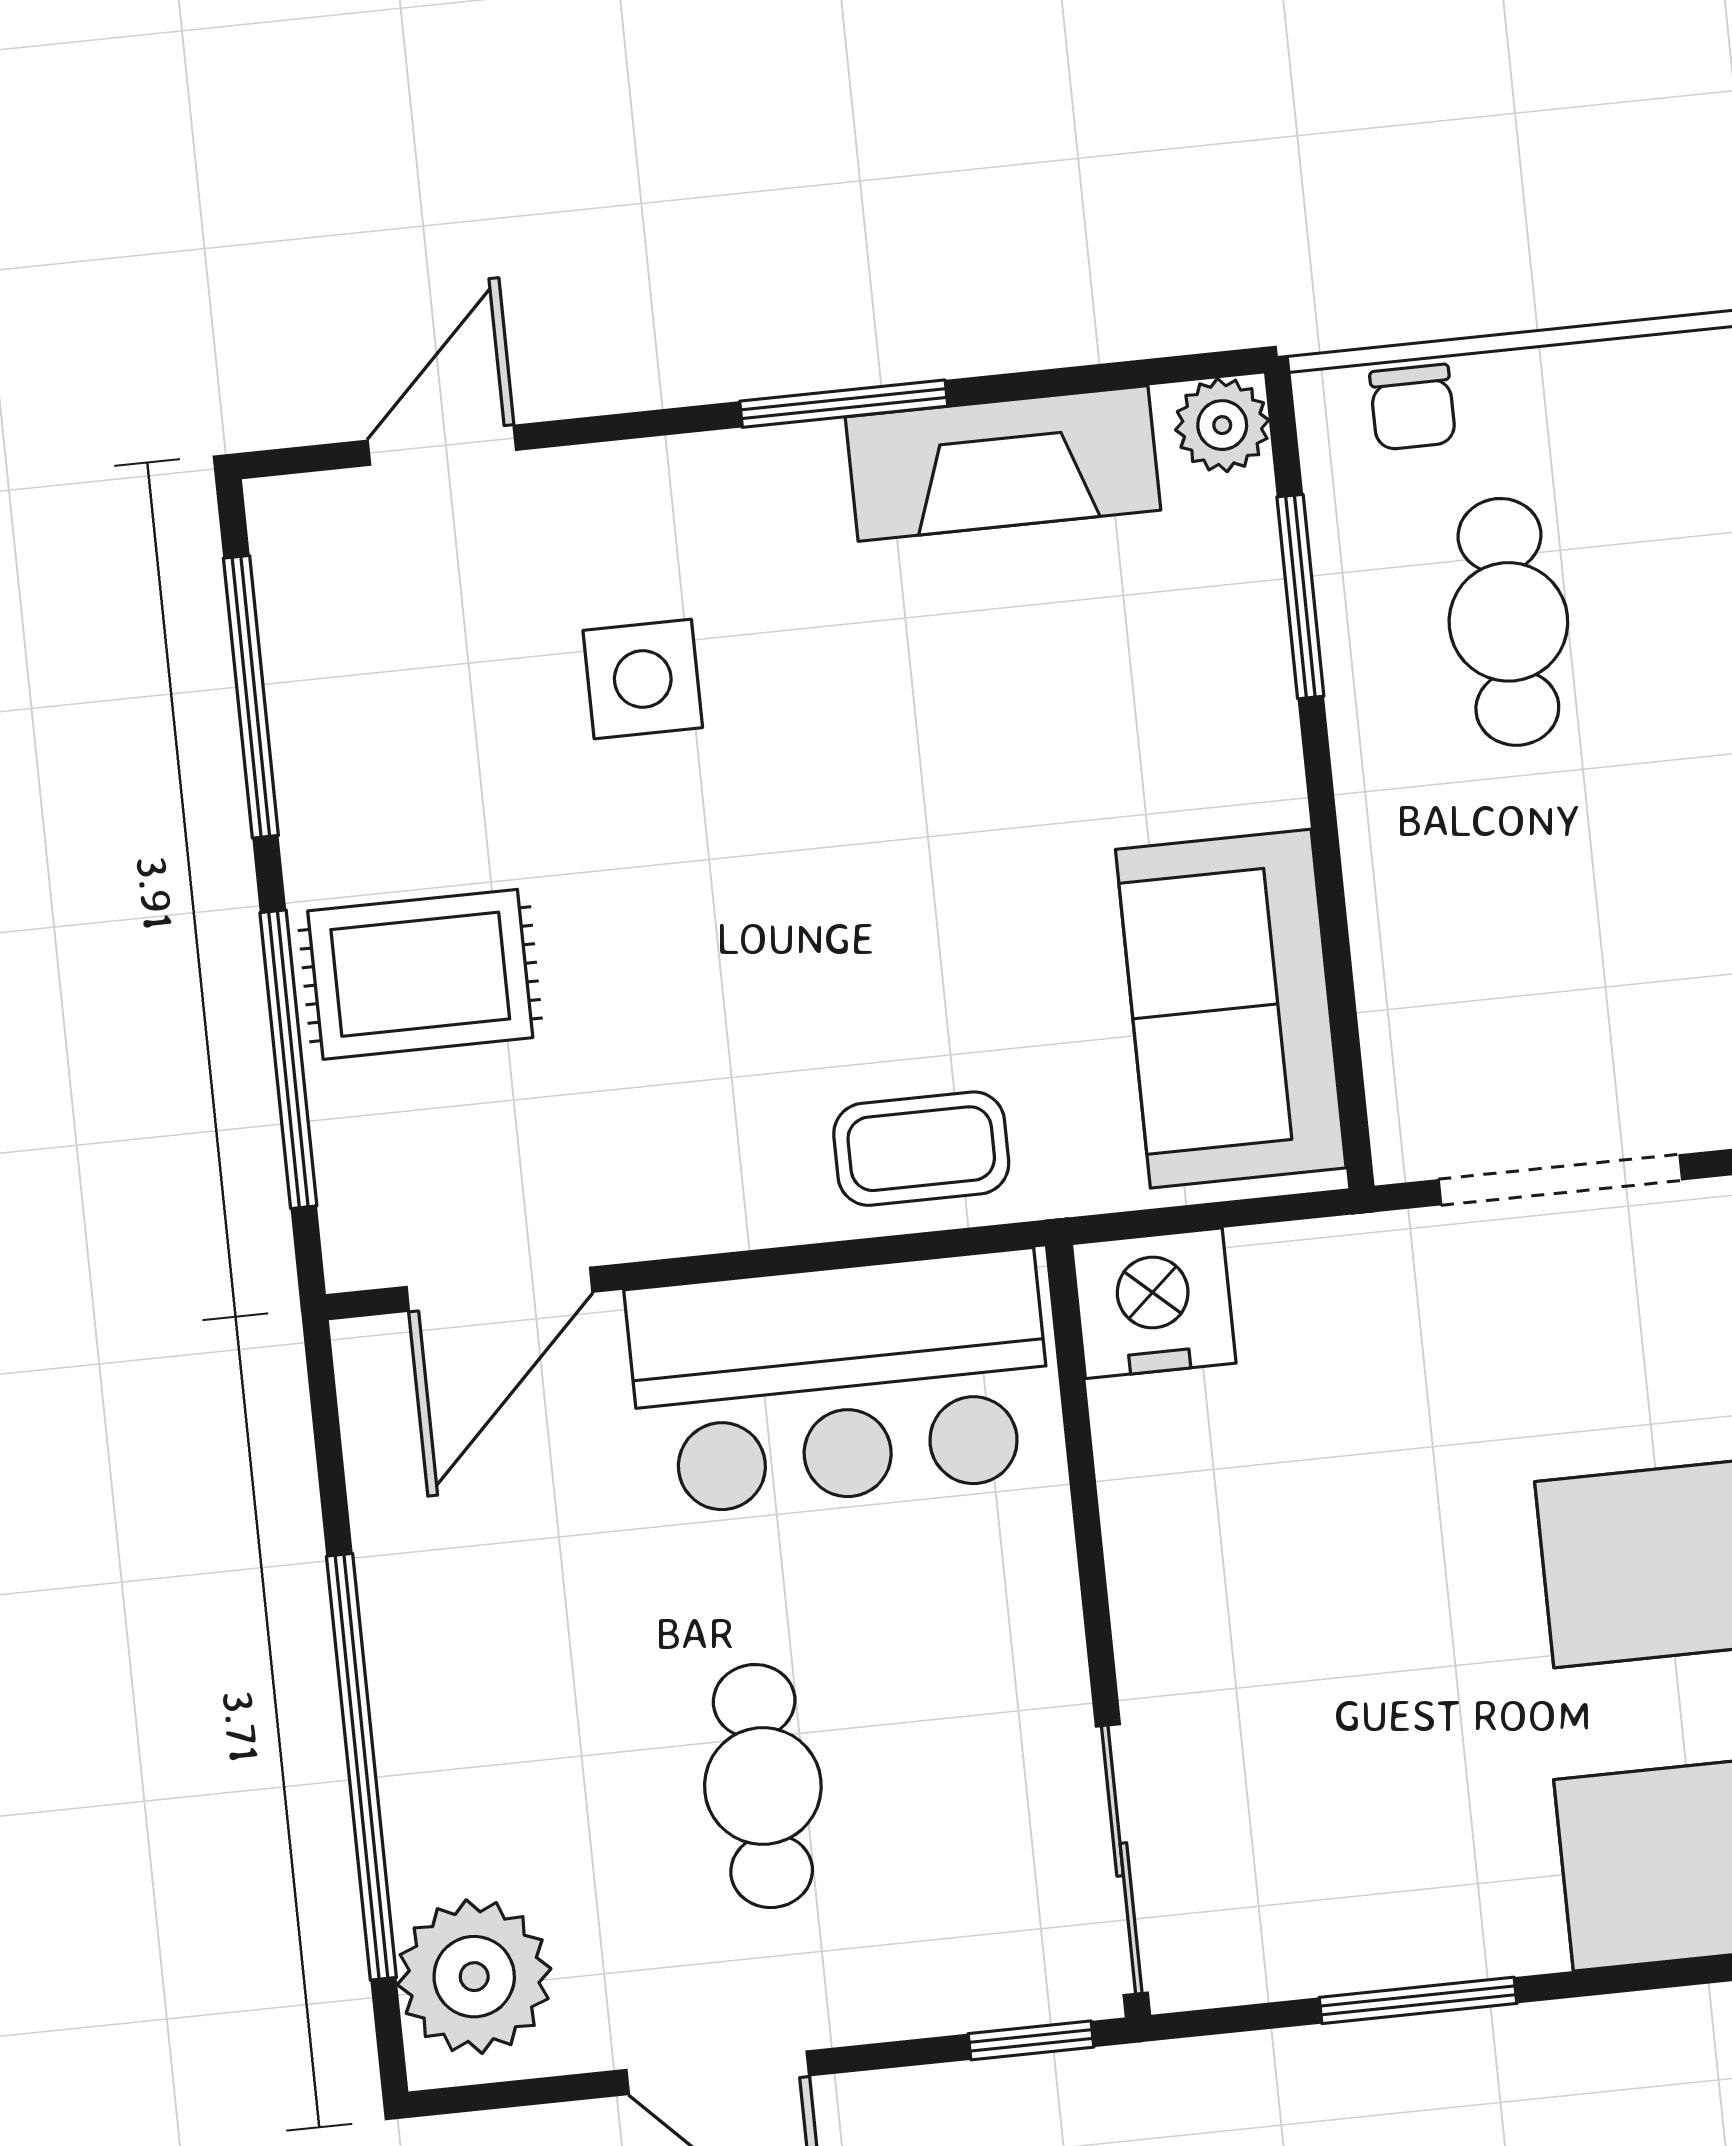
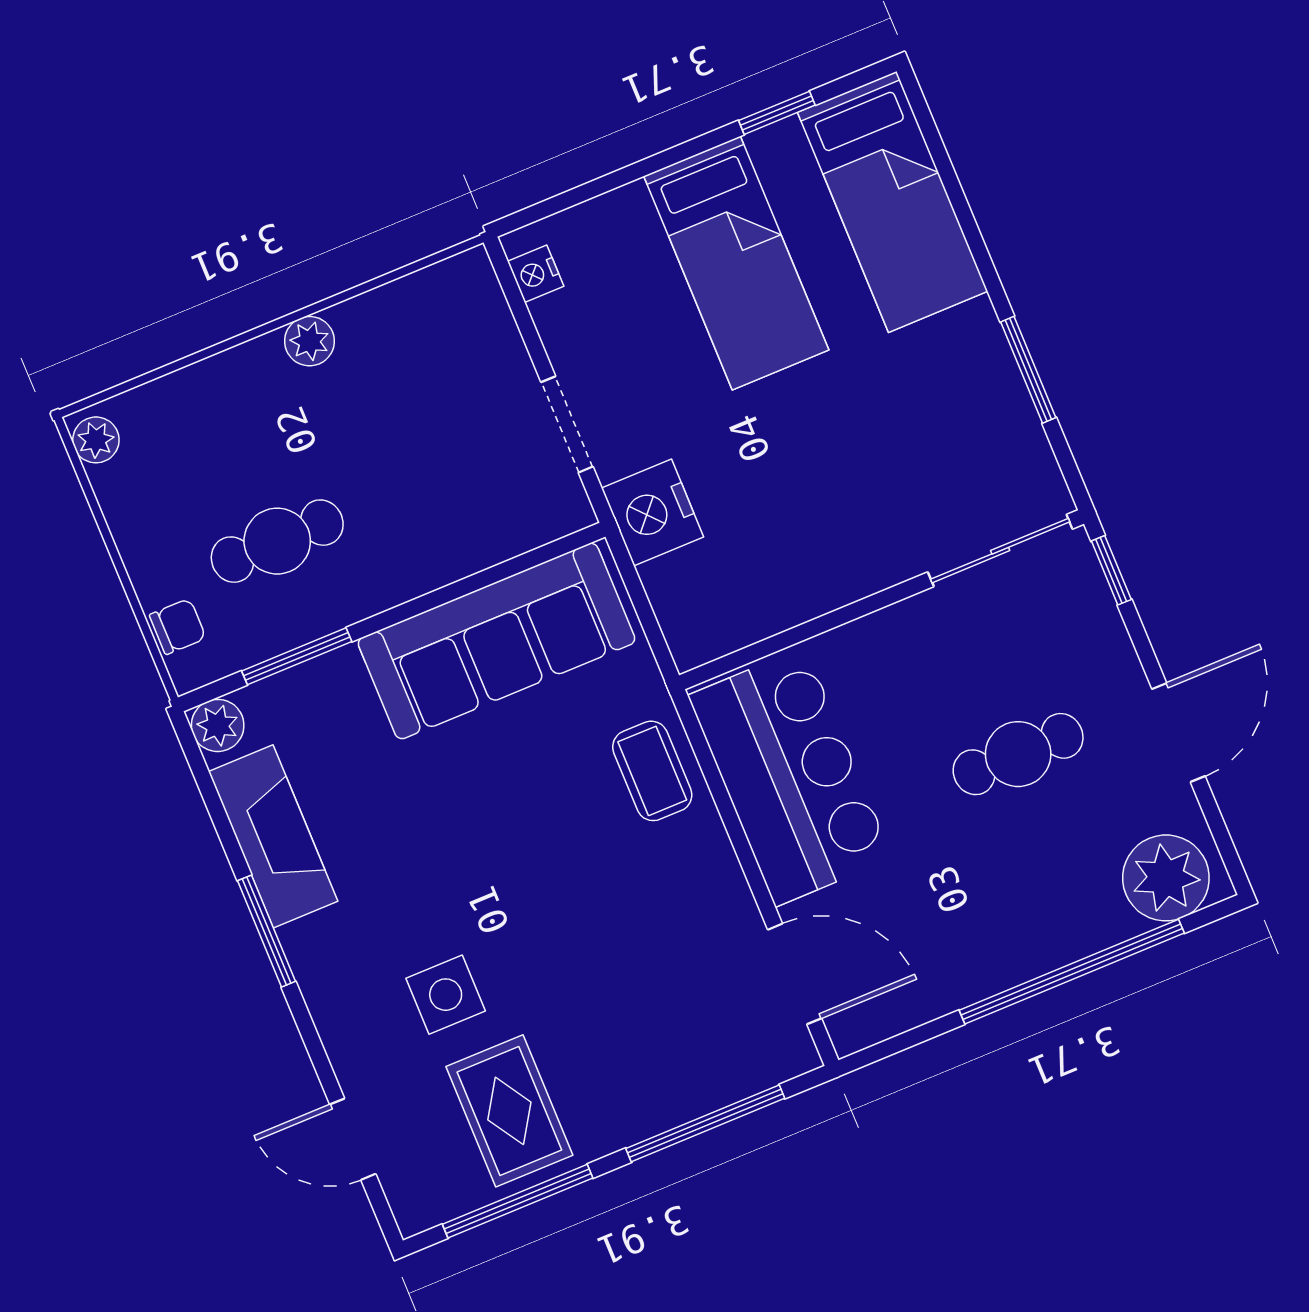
rug: (420, 974) -> (509, 1111), moved
sofa: (1231, 1009) -> (496, 641), width x1.36
doorway: (1560, 1180) -> (567, 424), width x0.73
nightstand: (1154, 1303) -> (652, 513), moved

